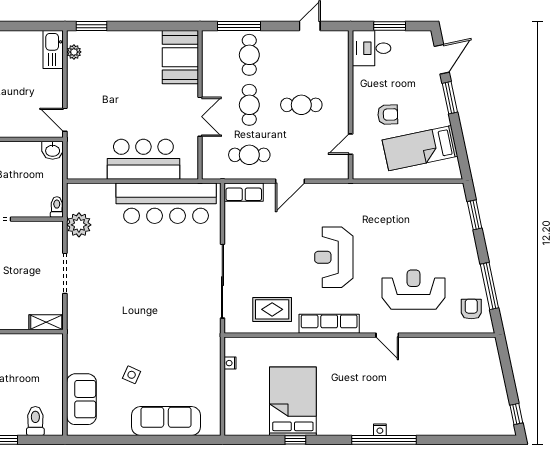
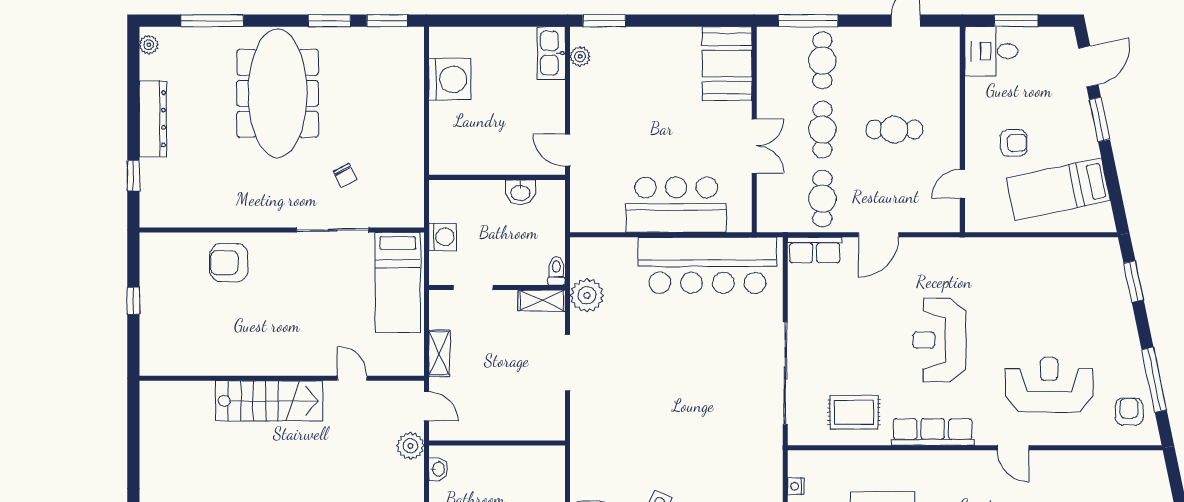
washbasin: (53, 150) -> (520, 192), moved
cafe table: (249, 155) -> (822, 199), turned 90
shelving: (46, 322) -> (542, 300), moved

